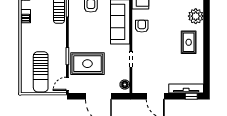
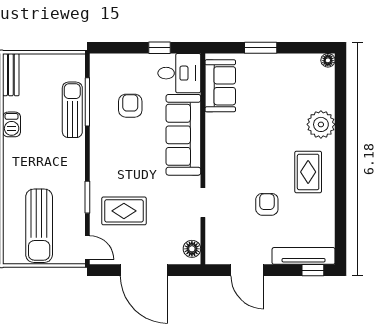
armchair: (142, 26) -> (267, 204), moved
rug: (87, 64) -> (124, 211), width x0.73, depth x0.70
door: (67, 84) -> (87, 248), swing flipped

